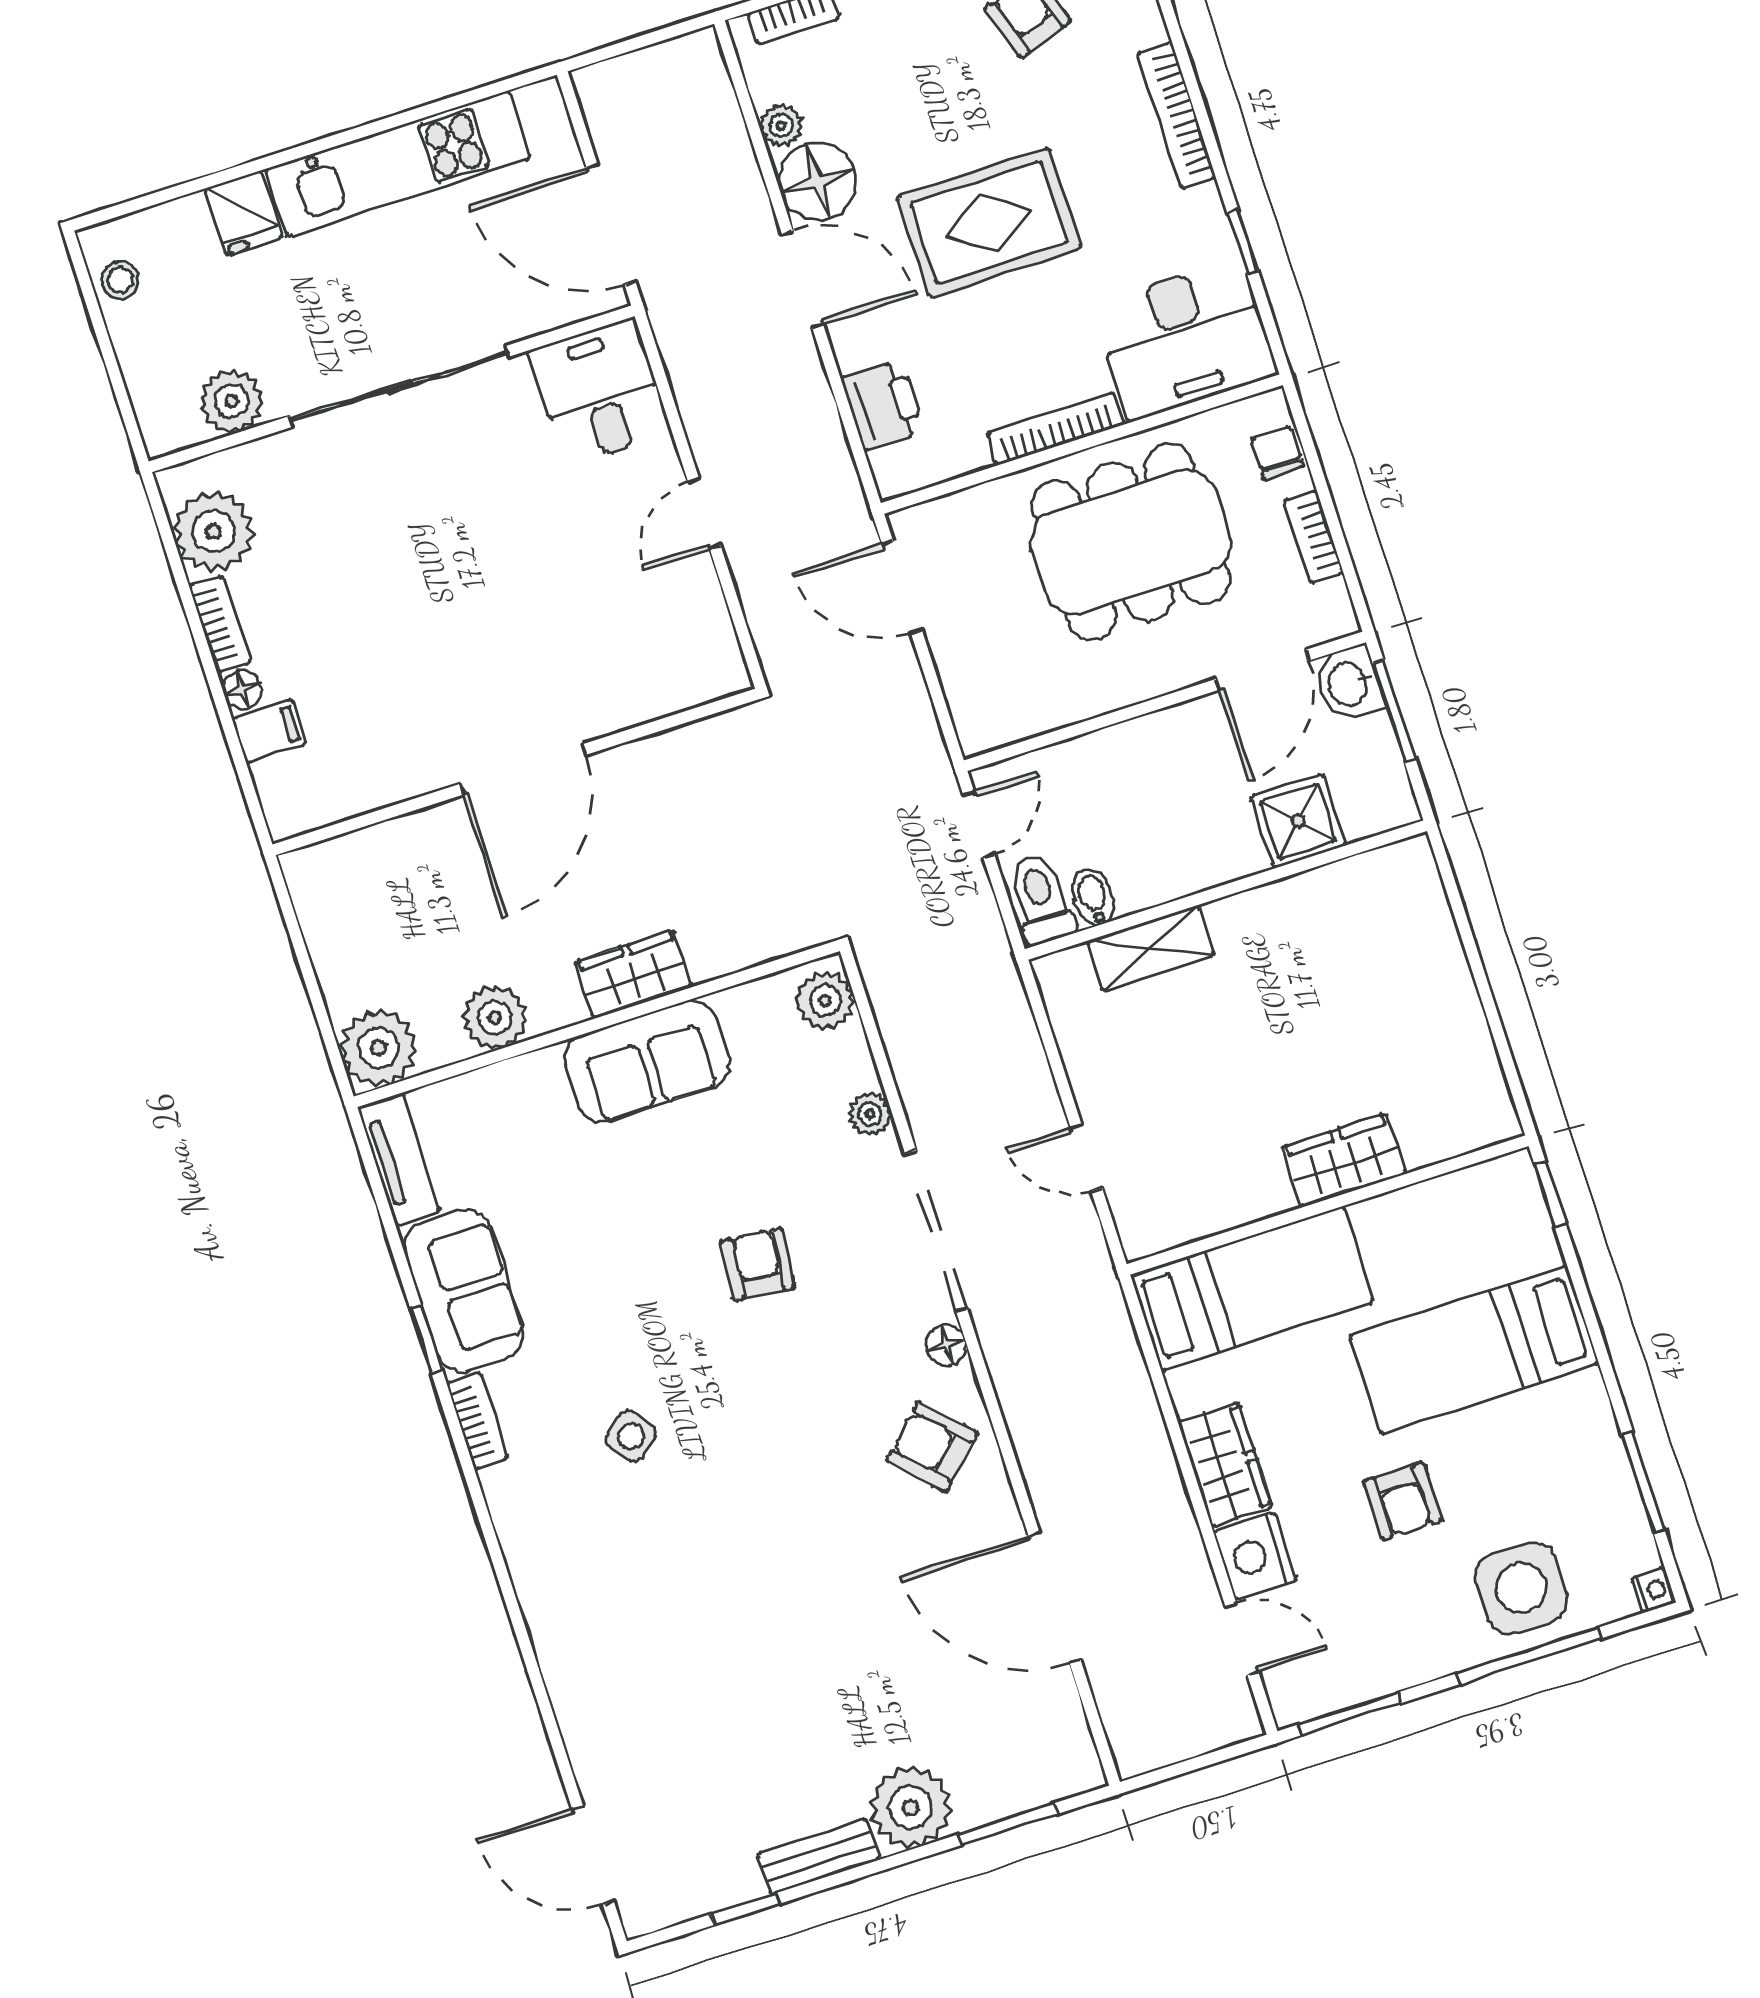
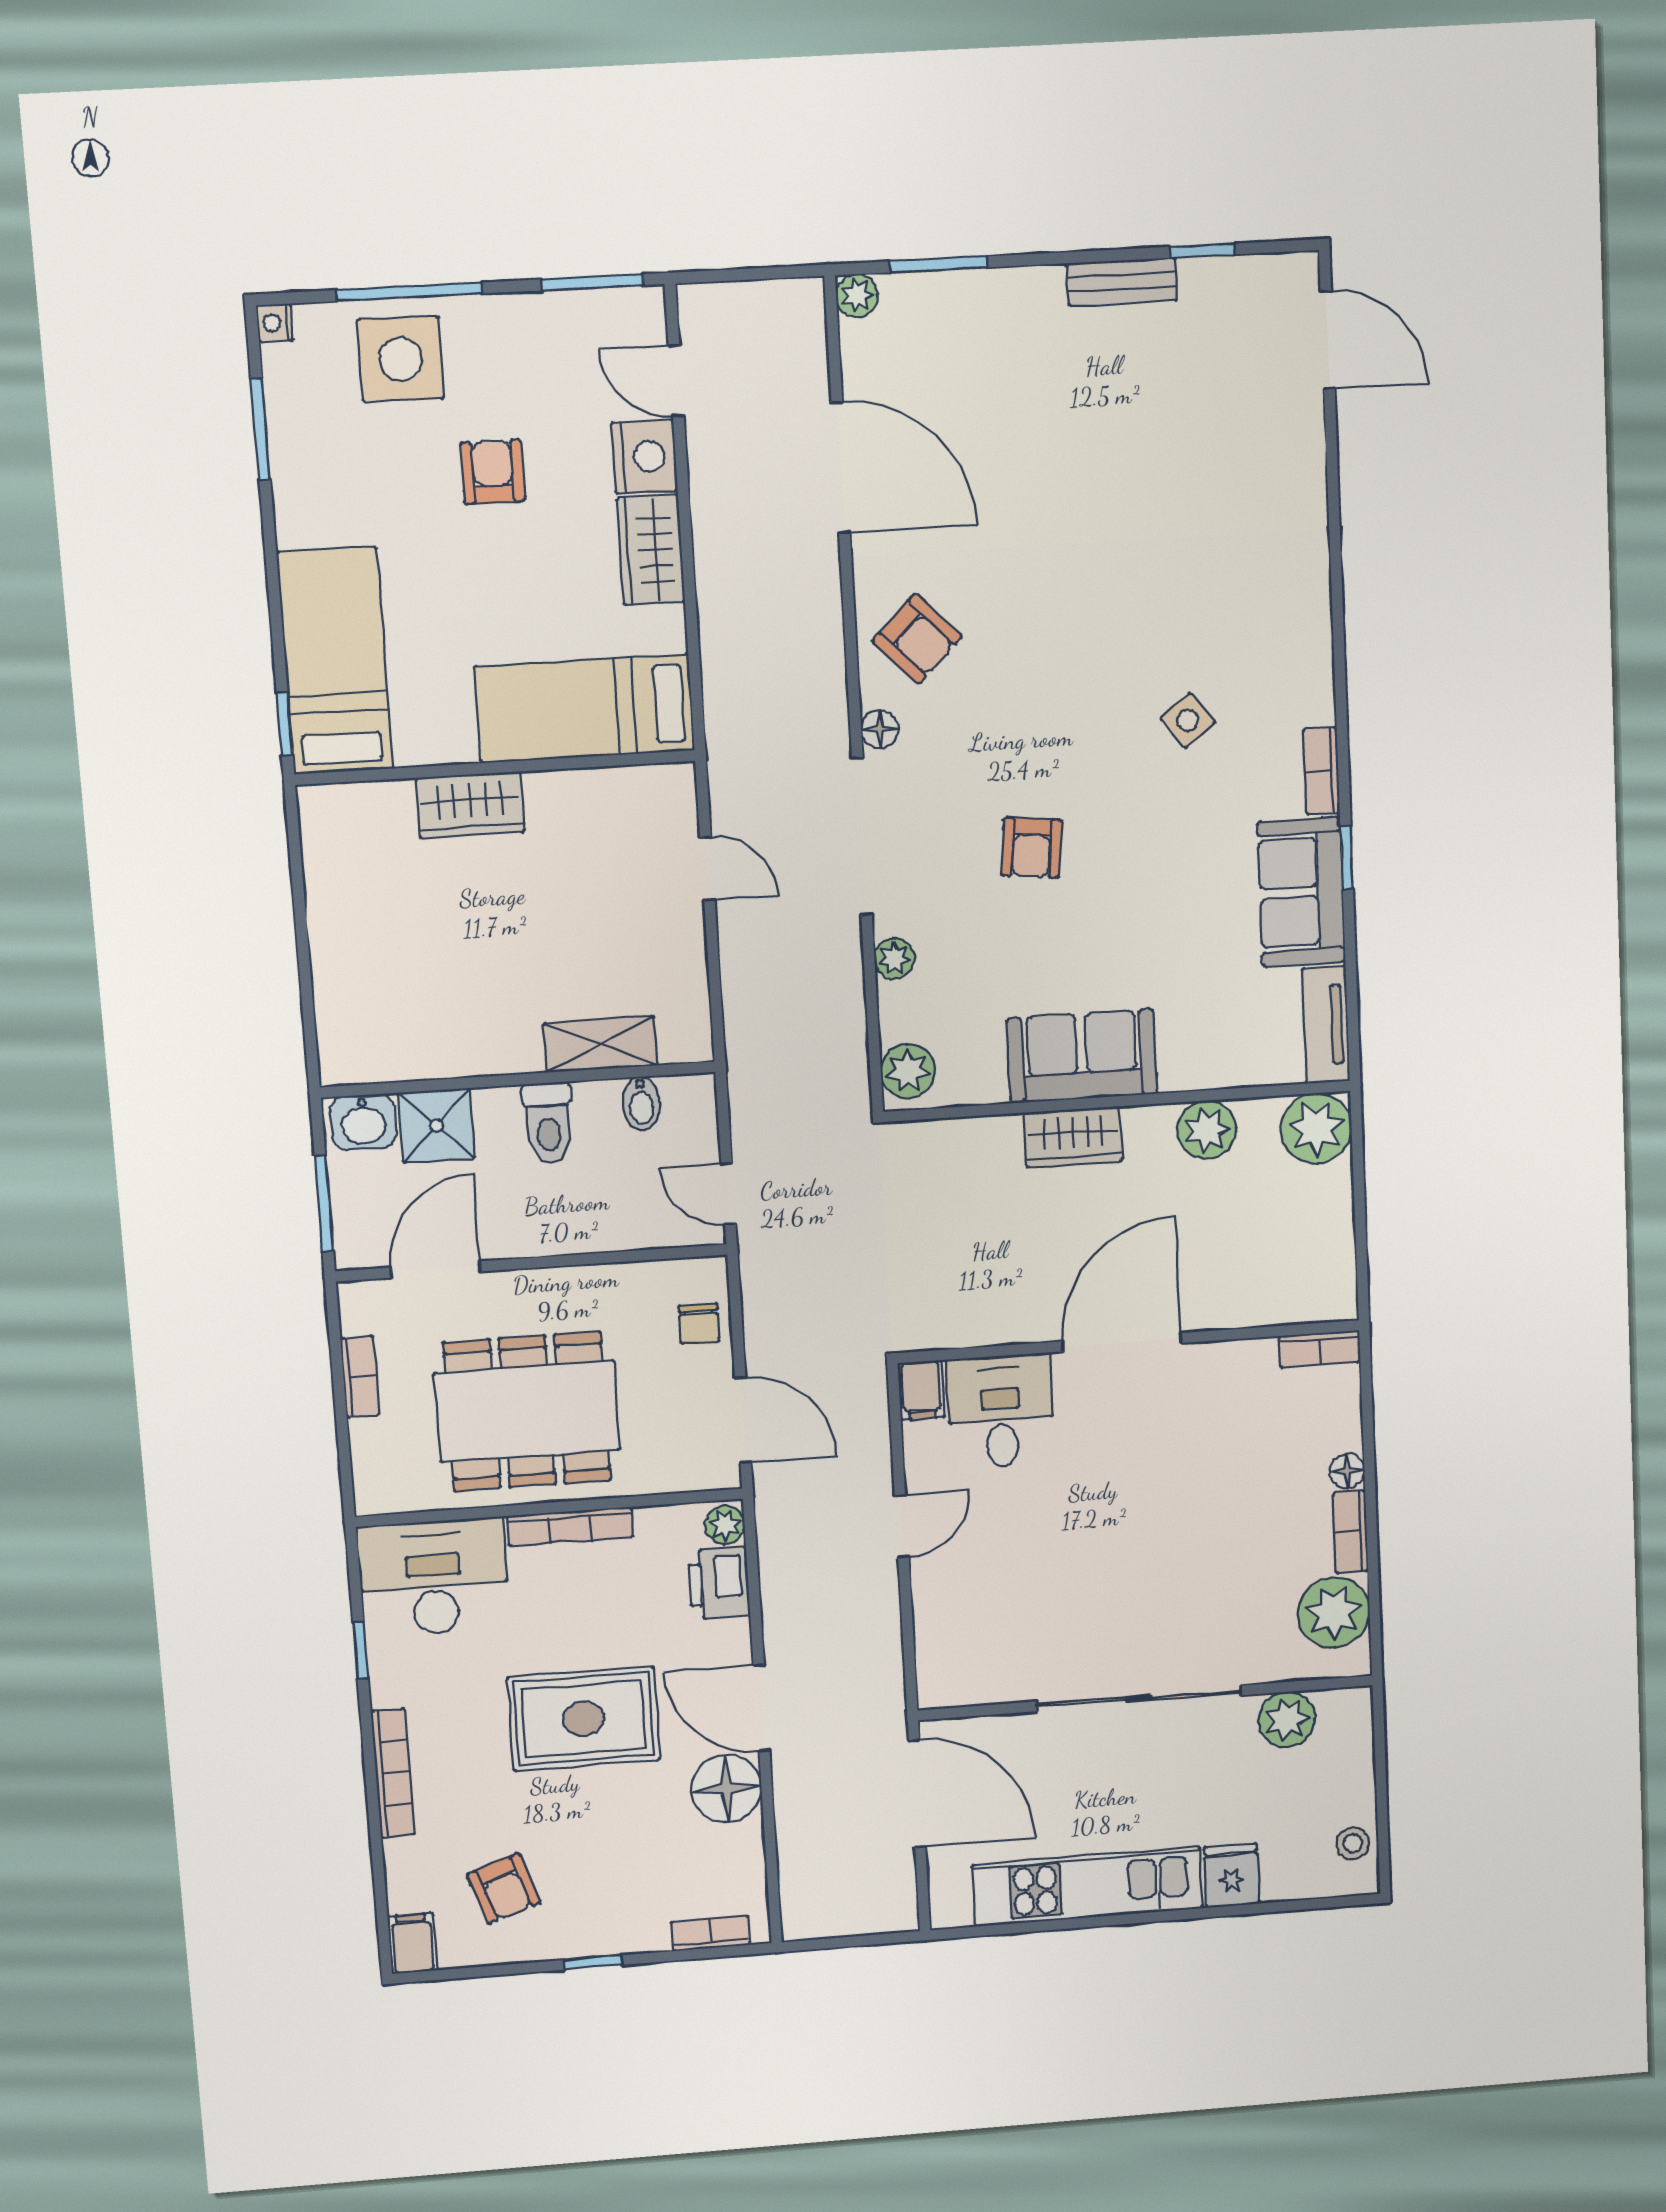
plant: (781, 126) -> (725, 1525), moved
desk: (599, 392) -> (1001, 1411), moved, turned 180
chair: (1277, 453) -> (699, 1324), moved
washbasin: (1349, 683) -> (363, 1122), moved, turned 90
filing cabinet: (269, 731) -> (921, 1390), moved, turned -90
bookcase: (309, 814) -> (1319, 1349), added
door: (979, 825) -> (728, 1194), hinge flipped
toilet: (1041, 899) -> (548, 1123), moved
bed: (1474, 1350) -> (335, 661), moved, turned -90
plant: (910, 1807) -> (857, 295), moved, width x0.53, depth x0.53

